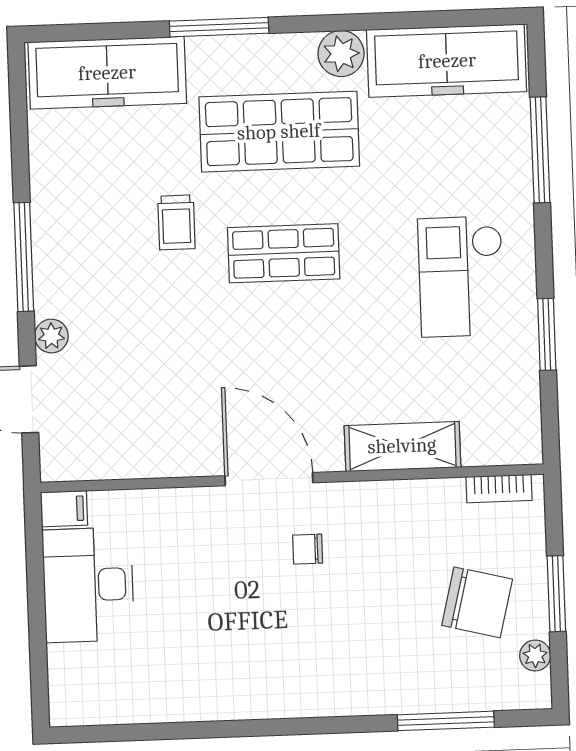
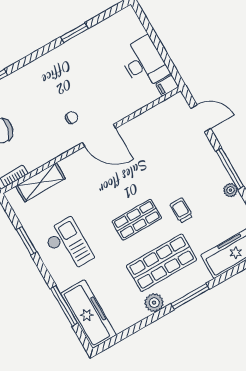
window: (219, 27) -> (190, 296), moved
freezer: (447, 61) -> (89, 314), moved, turned 90
plant: (51, 336) -> (230, 190), moved
shelving: (402, 446) -> (41, 182), moved
window: (204, 730) -> (74, 33), added

